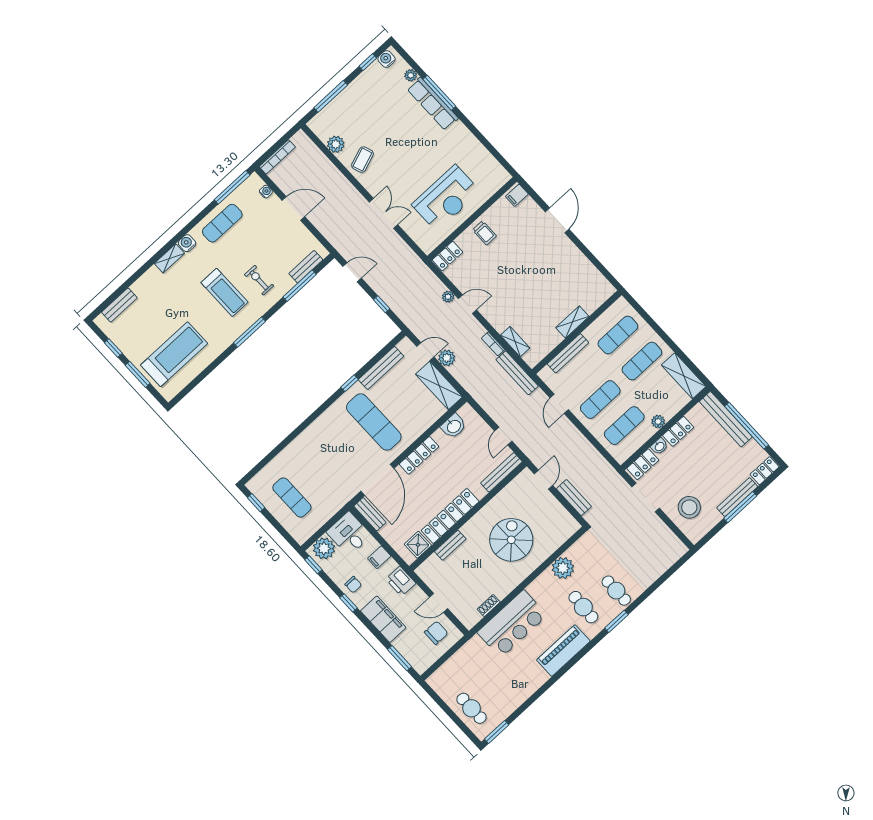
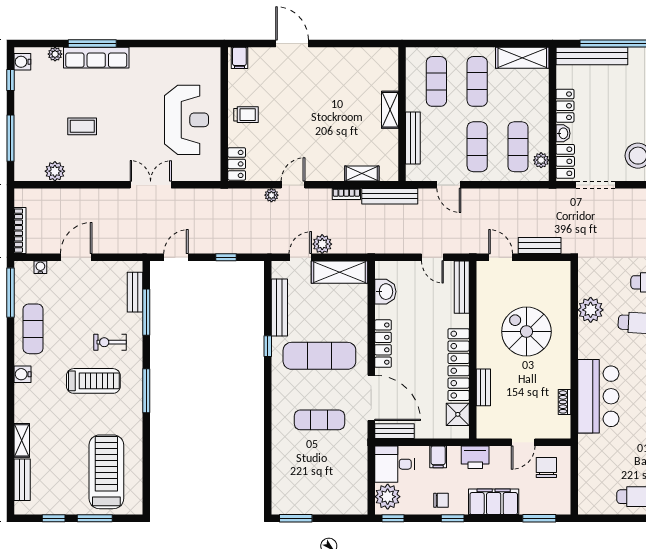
coffee table: (362, 160) -> (82, 126), moved, turned -70
shelving: (169, 258) -> (22, 440), moved
plant: (658, 422) -> (541, 160), moved
exercise mat: (292, 498) -> (319, 420), moved
window: (256, 503) -> (296, 518), width x1.50

